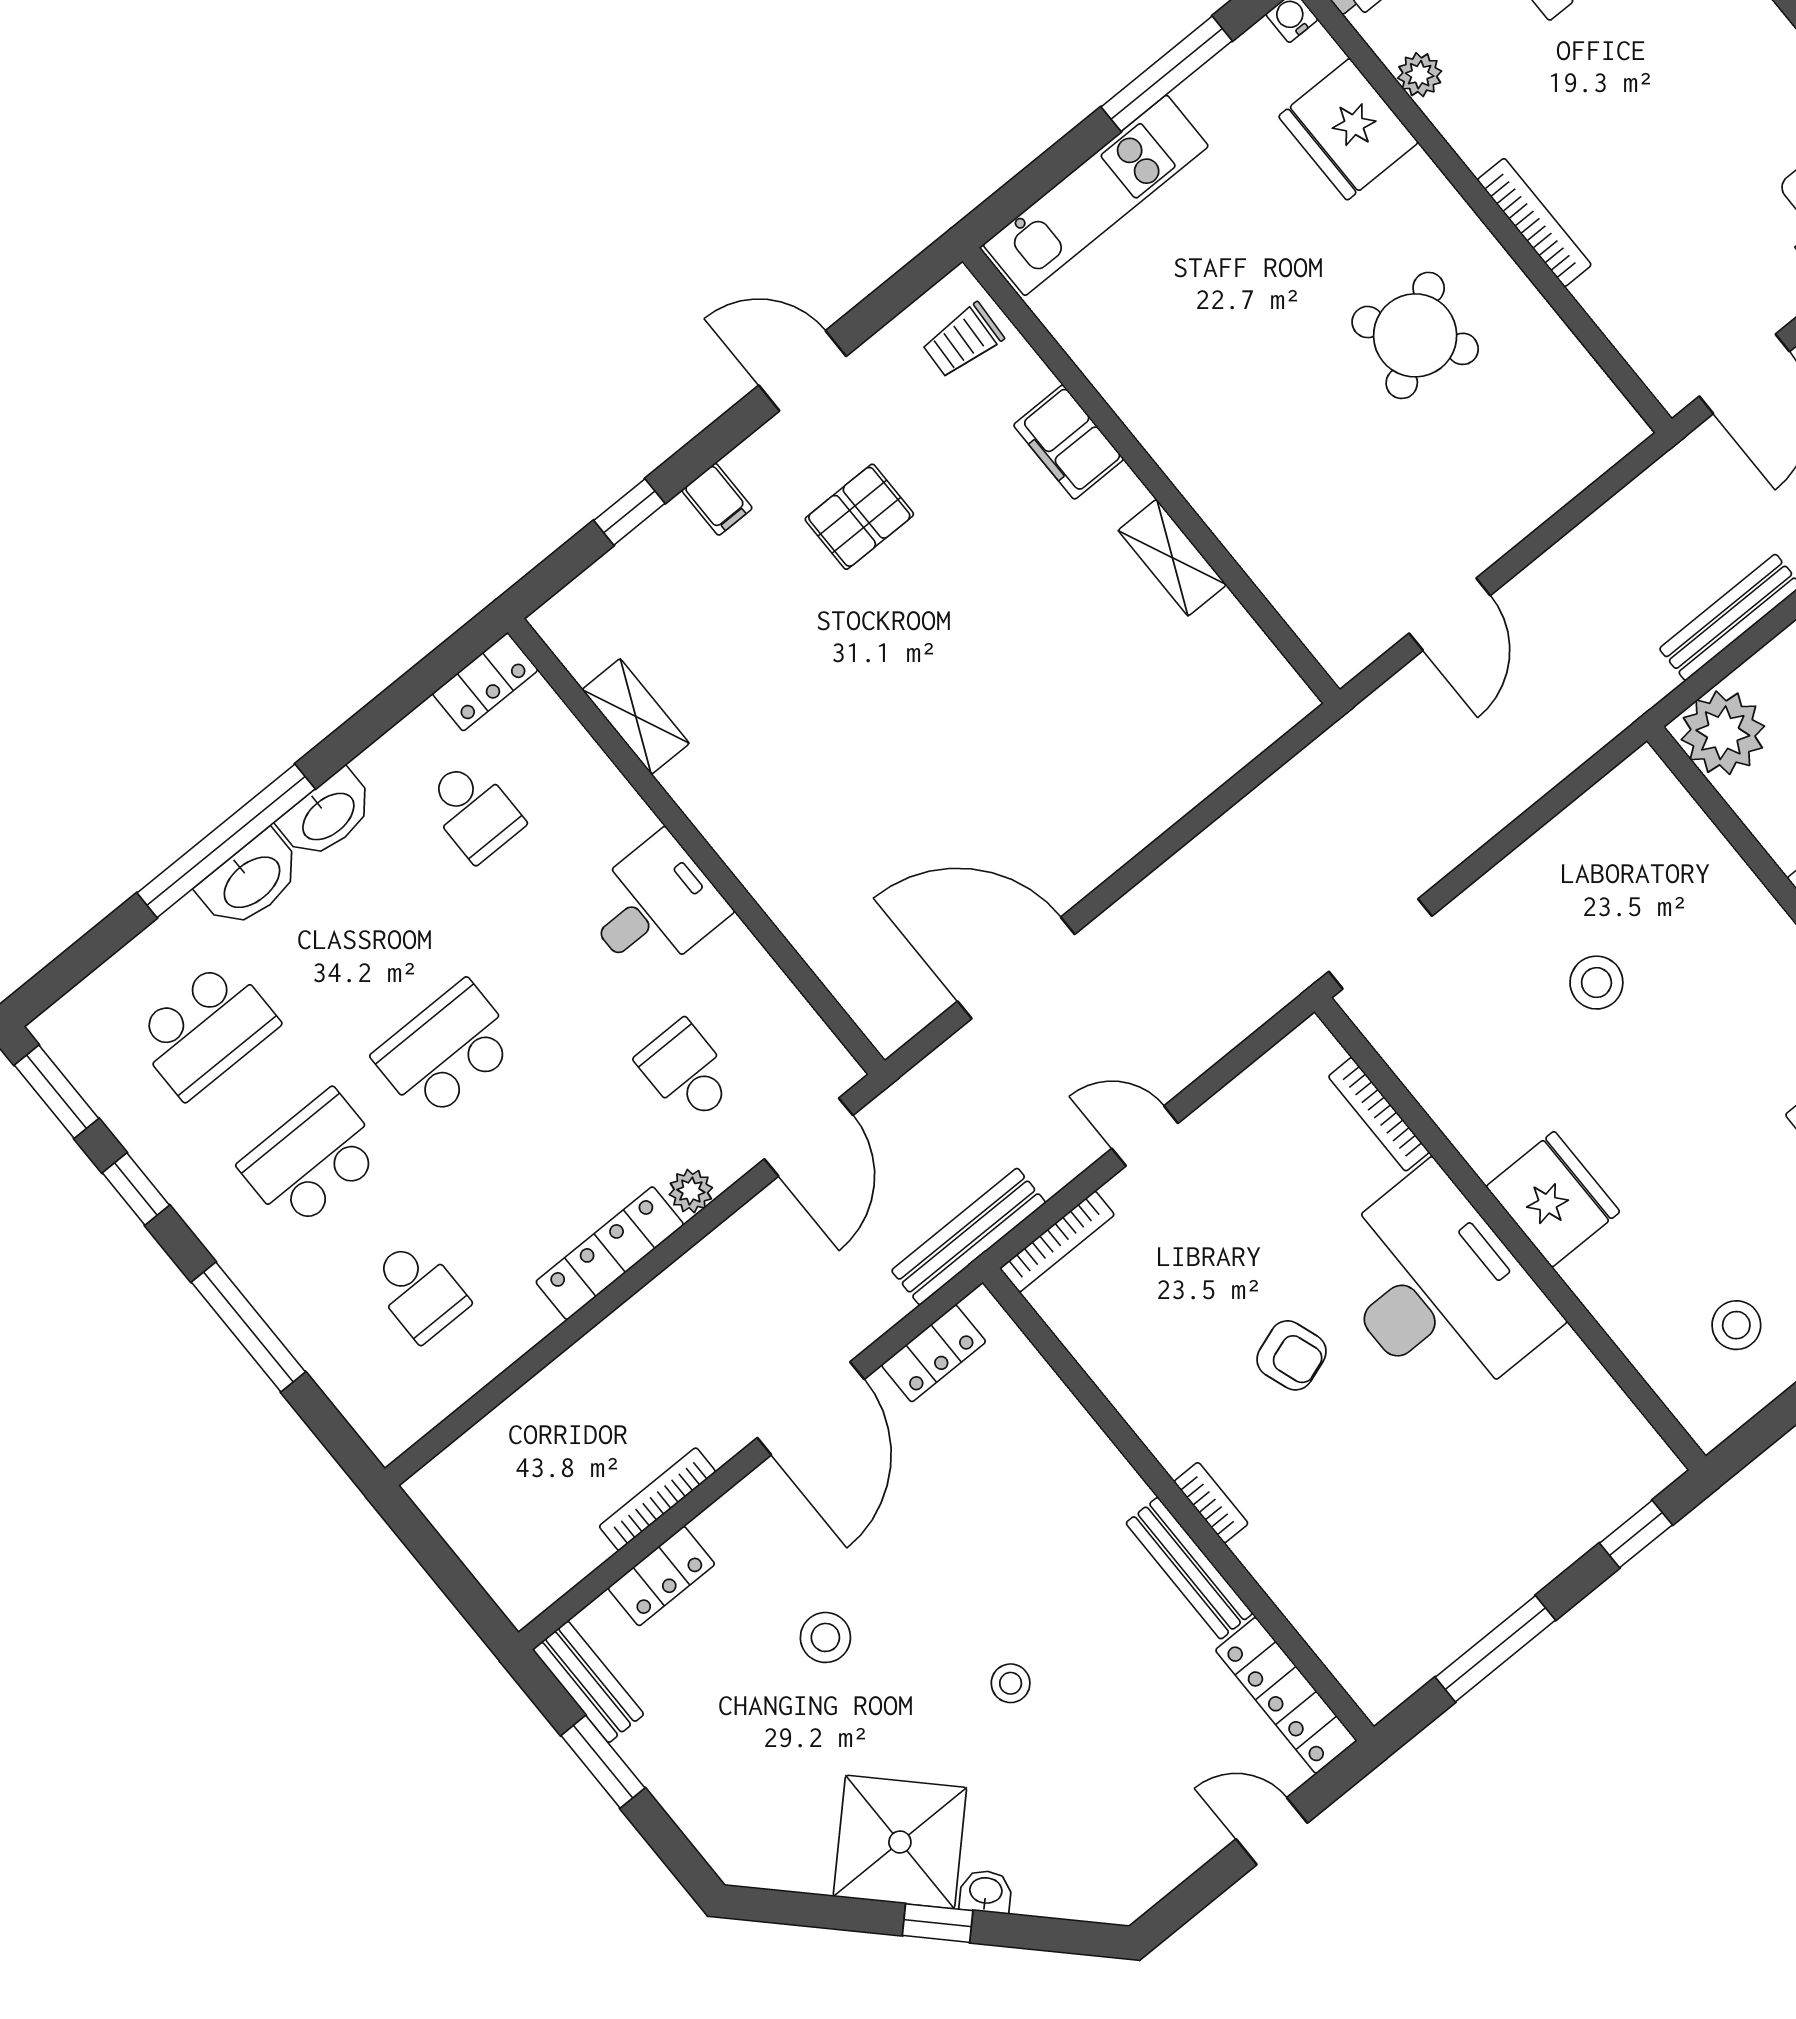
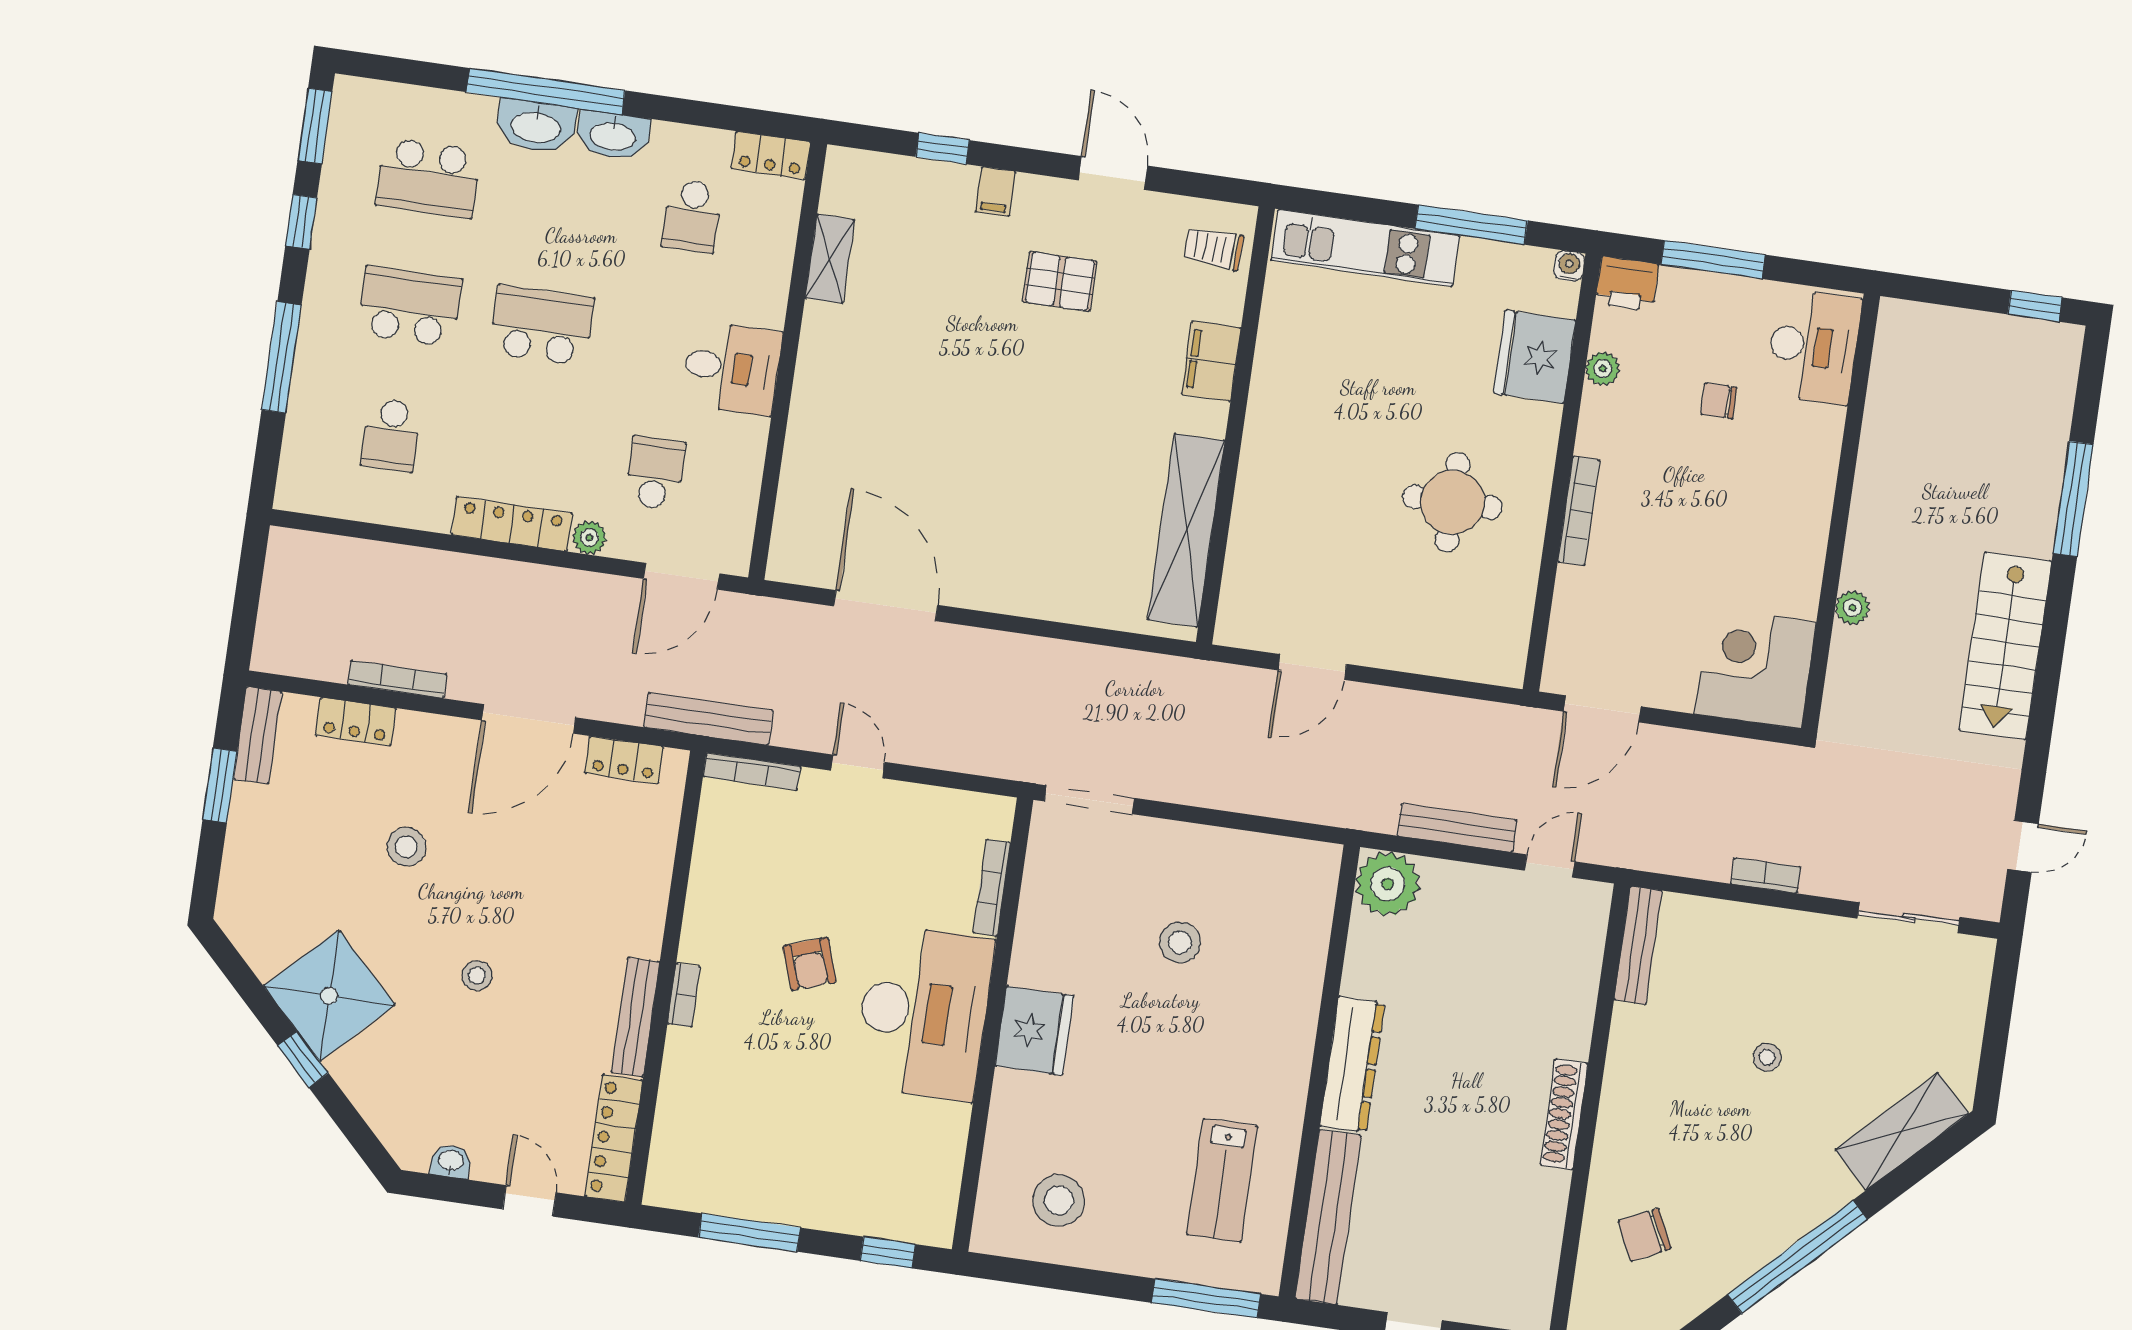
round table: (1415, 335) -> (1452, 502), turned 35
shelving: (1172, 558) -> (1186, 530), width x2.20, depth x1.33
stool: (1736, 1325) -> (1059, 1200), width x1.38, depth x1.38
washbasin: (986, 1892) -> (451, 1161), moved, turned -45

